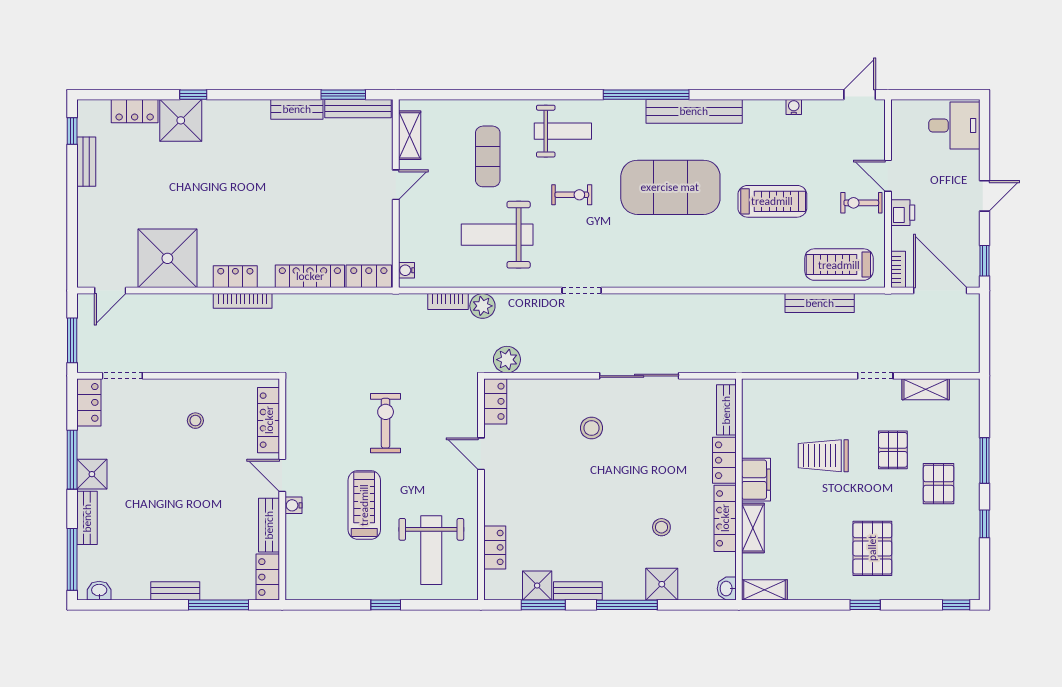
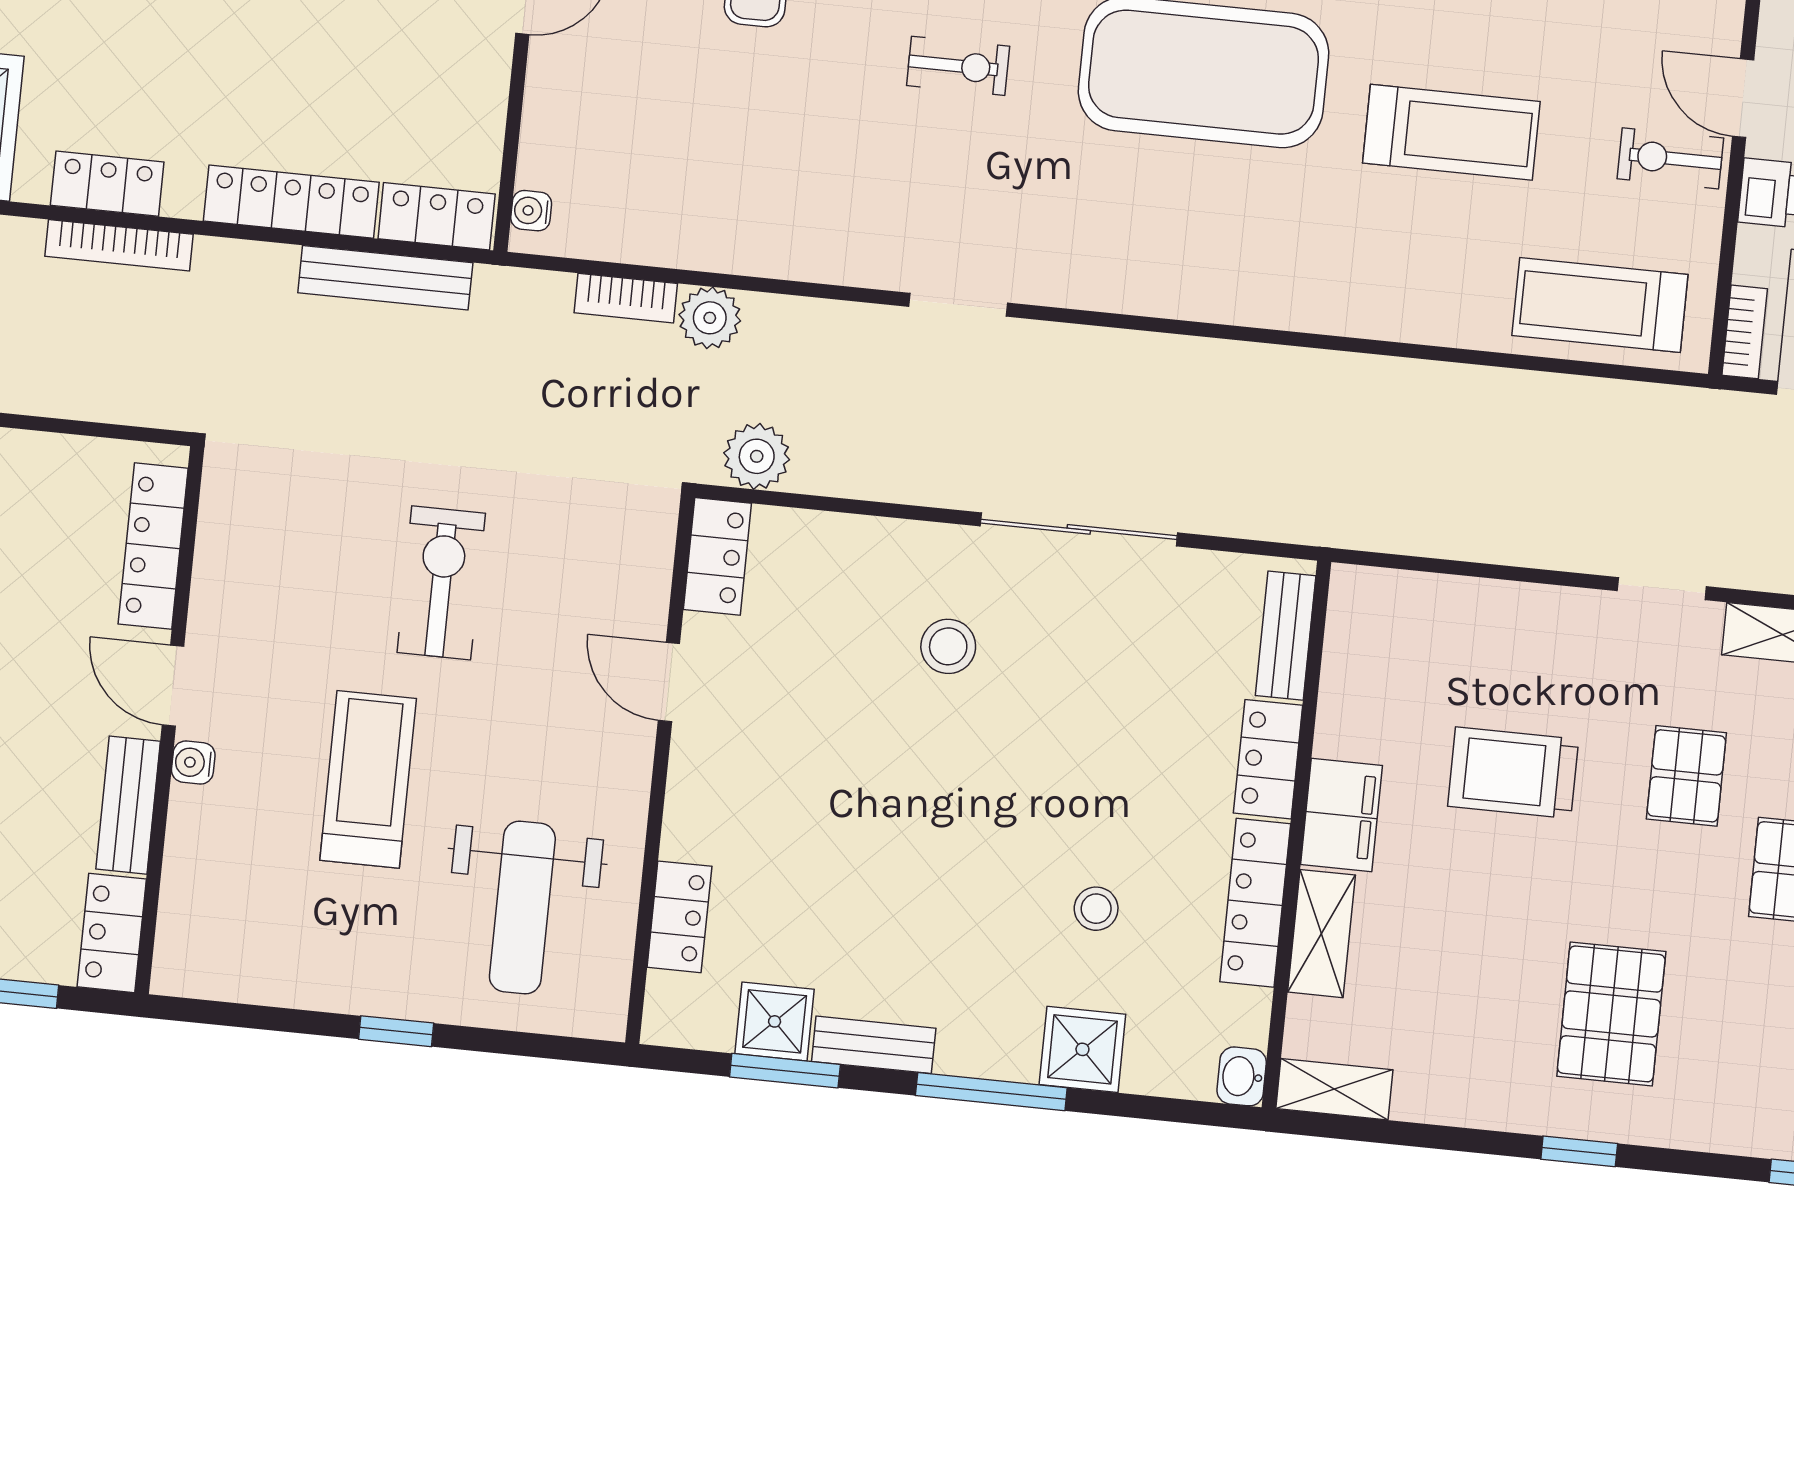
weight bench: (497, 235) -> (764, 146), removed
bench: (820, 303) -> (385, 278), moved

